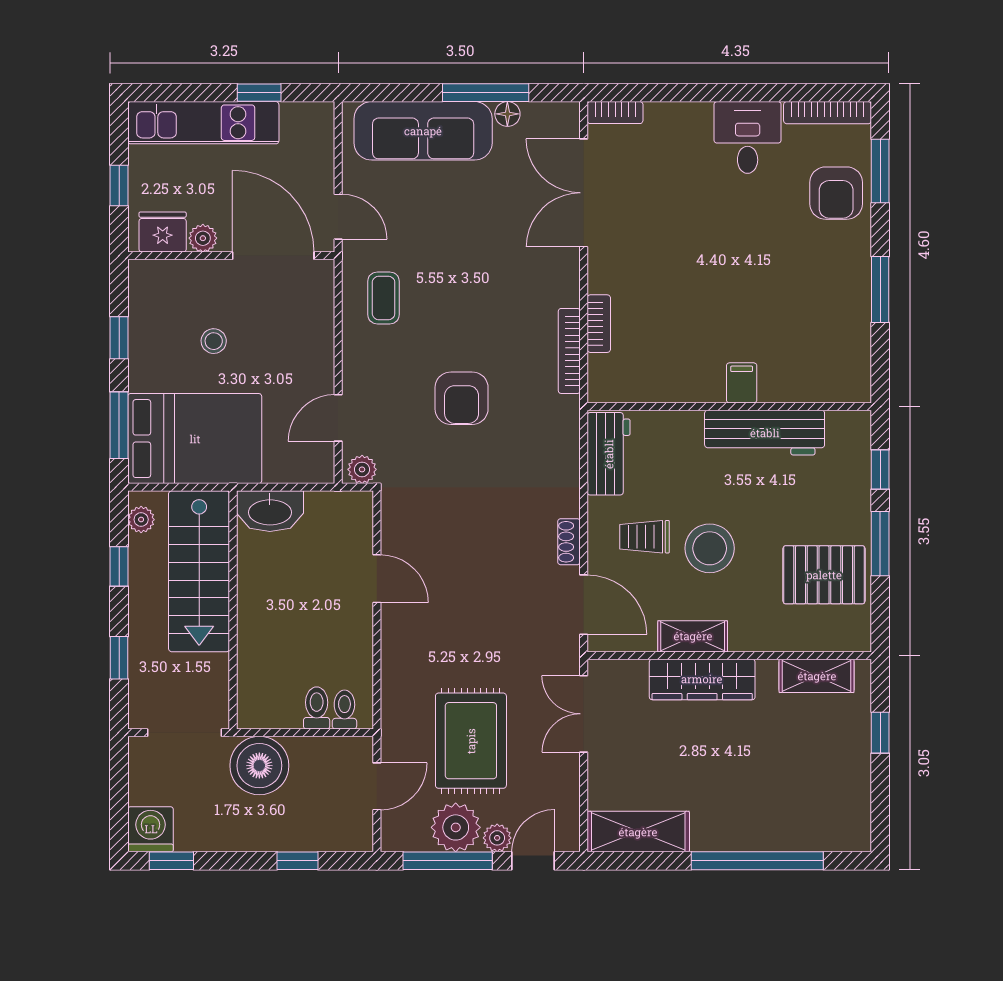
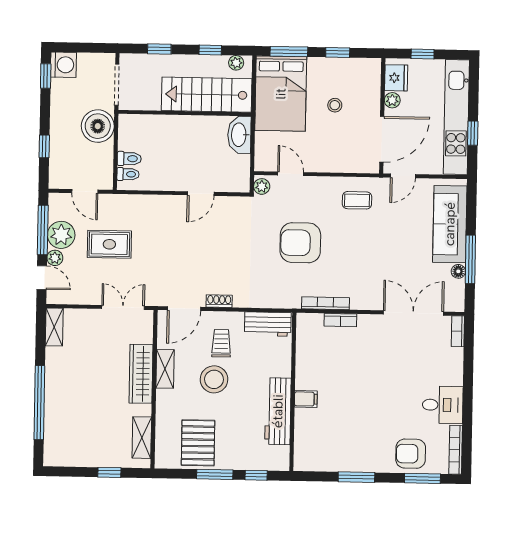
kitchen unit: (203, 123) -> (456, 117), width x1.36
armchair: (462, 398) -> (300, 243), width x1.36, depth x1.36
rug: (471, 741) -> (109, 244), width x0.73, depth x0.70
shelving: (638, 832) -> (54, 327), width x0.67, depth x0.75

